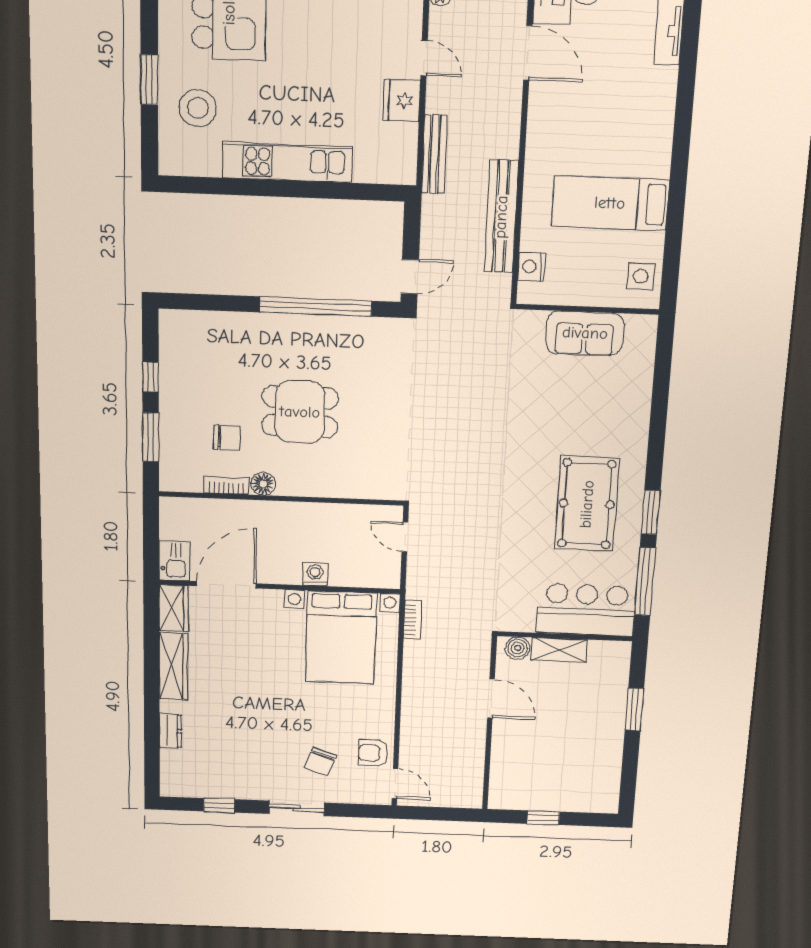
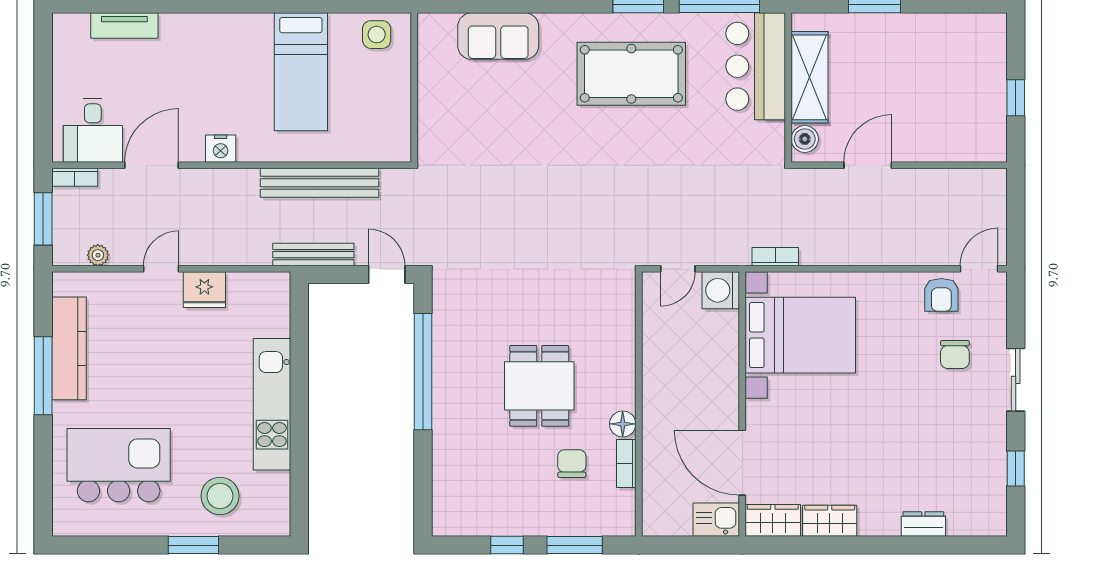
bench: (434, 154) -> (313, 255), moved
nightstand: (532, 267) -> (221, 149), moved
sofa: (585, 333) -> (498, 36), moved, turned 90
washing machine: (315, 574) -> (721, 290), moved, width x1.38, depth x1.38
shelving: (559, 650) -> (810, 77), width x1.50, depth x1.33
wardrobe: (173, 666) -> (830, 521), width x0.67
chair: (320, 762) -> (955, 354), turned 70

